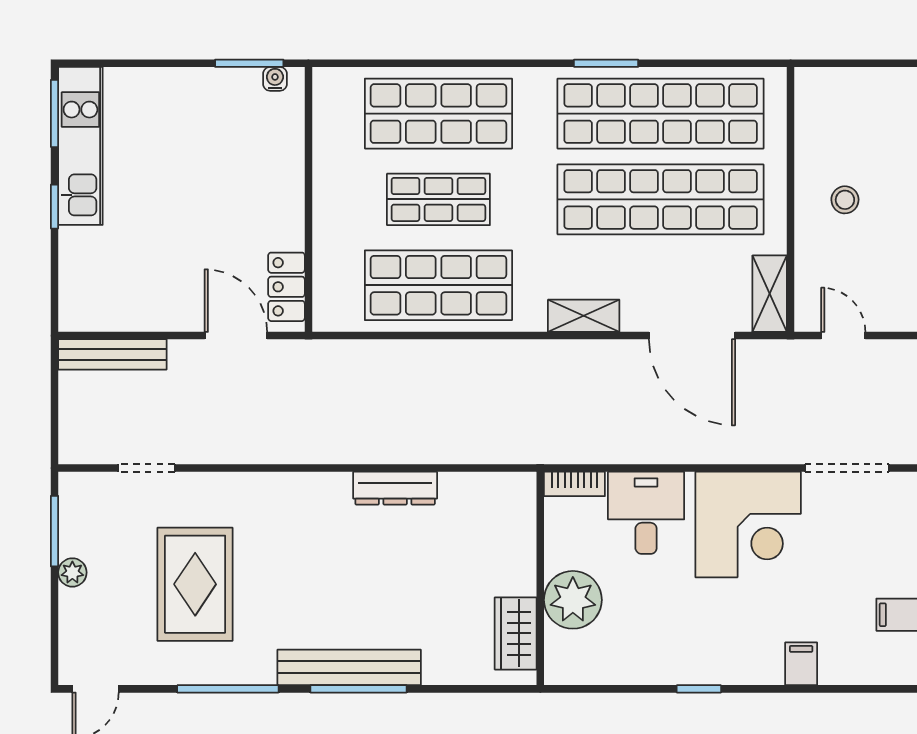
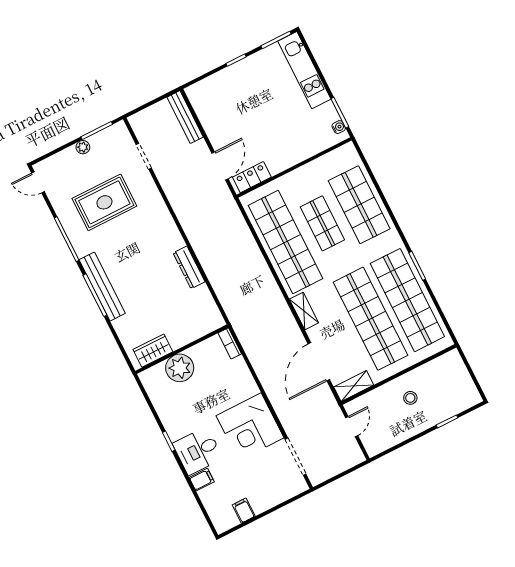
kitchen unit: (80, 146) -> (304, 70), moved, turned 90
shop shelf: (438, 285) -> (286, 242), width x1.40
desk: (646, 513) -> (198, 451), moved, turned 180

